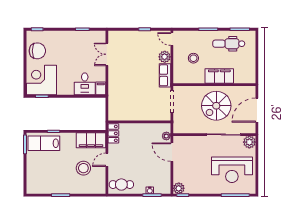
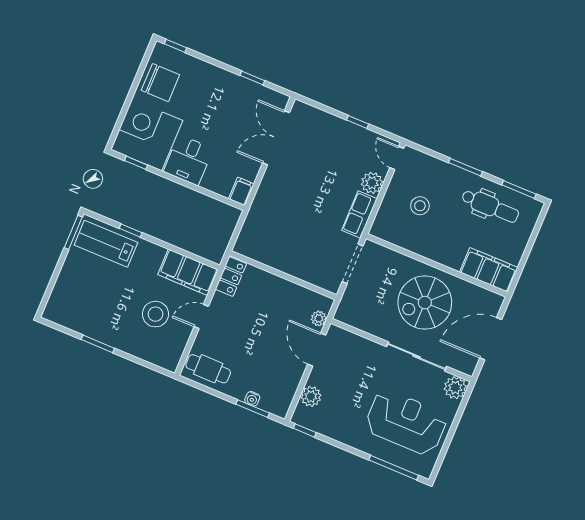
dental chair: (229, 44) -> (490, 206), turned 180
double door: (107, 54) -> (276, 138), width x1.37
filing cabinet: (219, 76) -> (489, 270), moved
desk: (85, 84) -> (188, 160), moved
reception desk: (232, 170) -> (406, 422), turned 180
plant: (179, 188) -> (311, 396), moved

